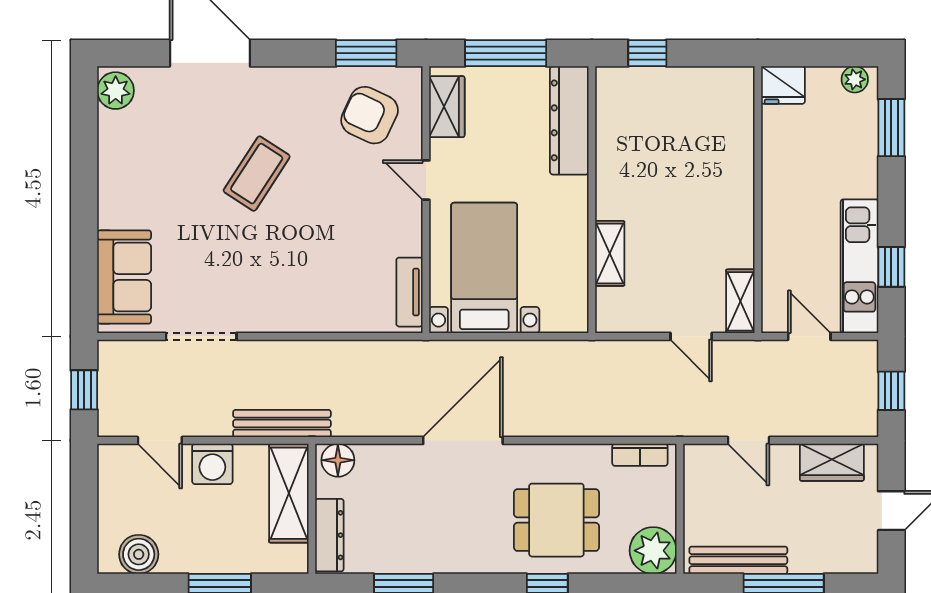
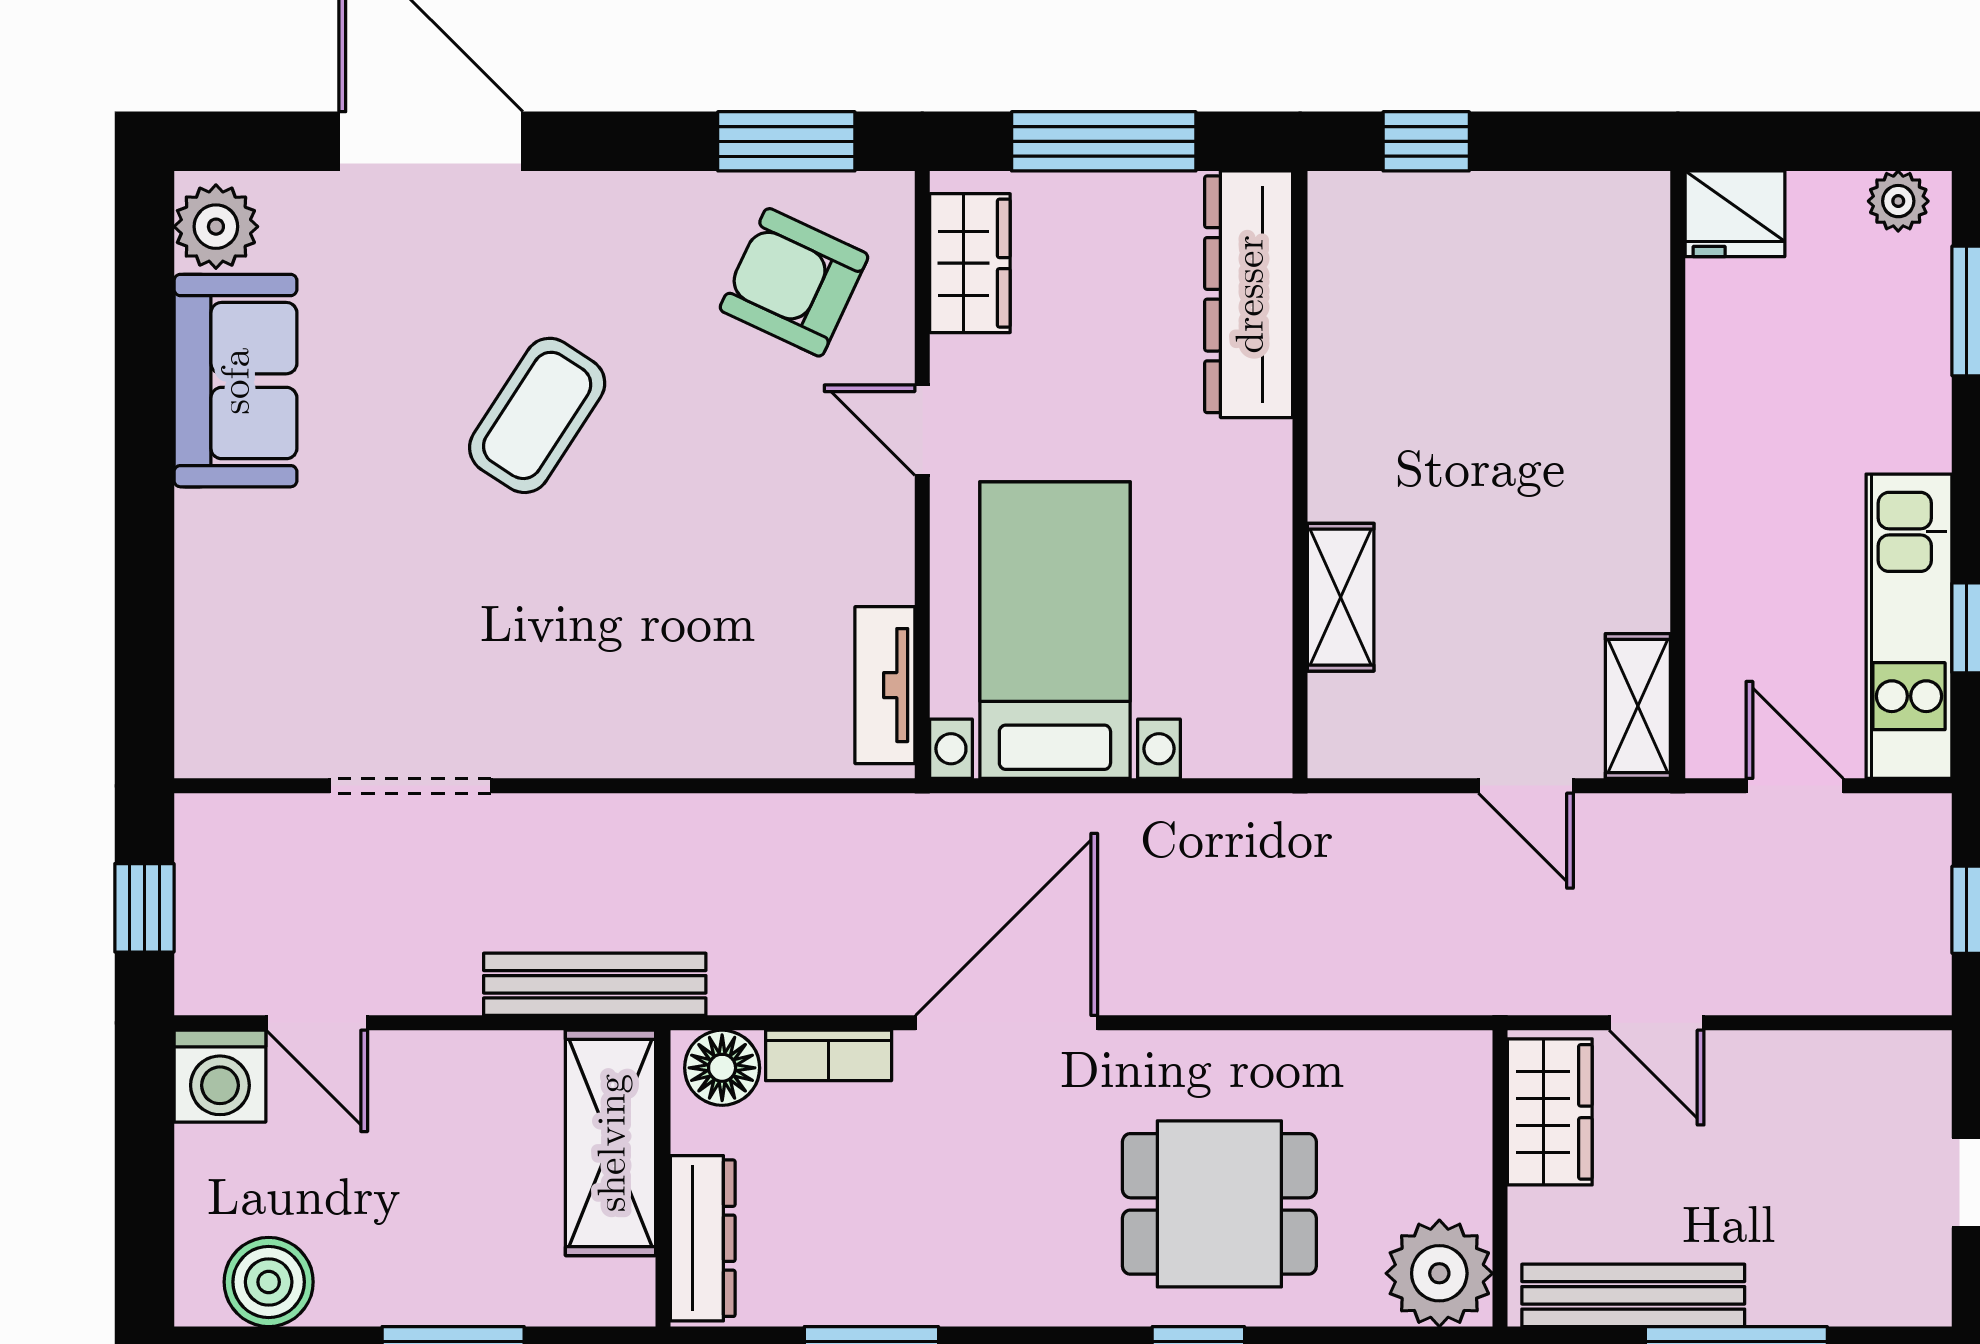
sofa: (124, 277) -> (235, 381), moved
bookcase: (640, 455) -> (829, 1055), moved
wardrobe: (832, 462) -> (1550, 1112), moved, turned -90
washing machine: (212, 464) -> (220, 1076), moved

